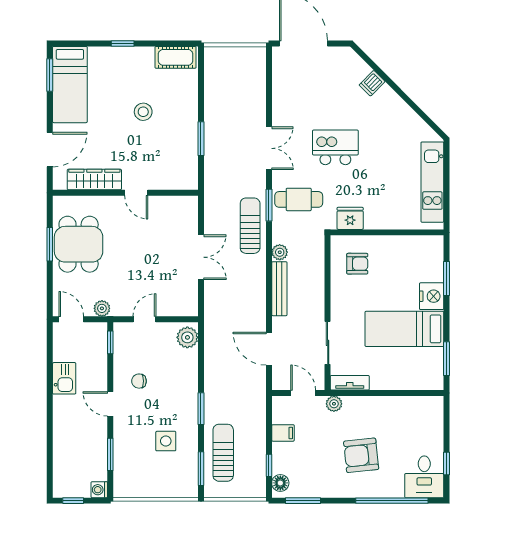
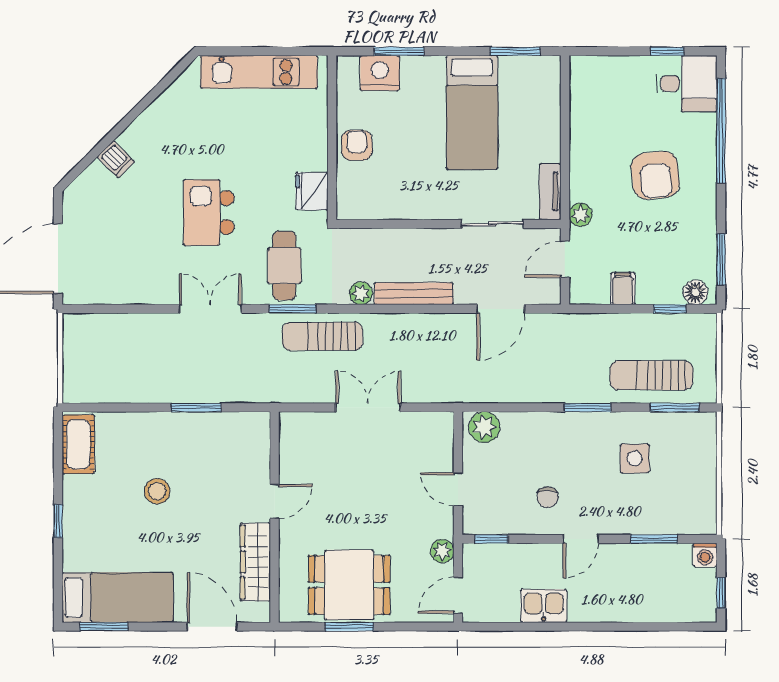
armchair: (357, 264) -> (357, 145), moved
nightstand: (432, 296) -> (380, 73), moved

